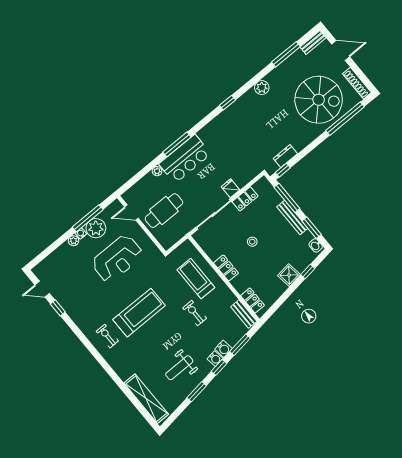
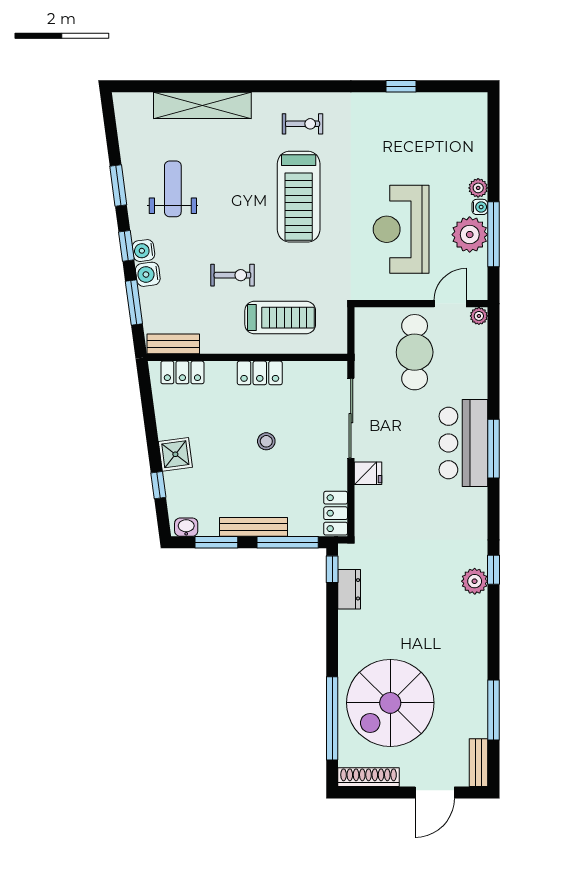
plant: (262, 88) -> (475, 581), moved
plant: (157, 171) -> (479, 316), moved
locker: (245, 199) -> (336, 513), moved
door: (42, 289) -> (446, 86), removed
shelving: (146, 399) -> (202, 105), moved

